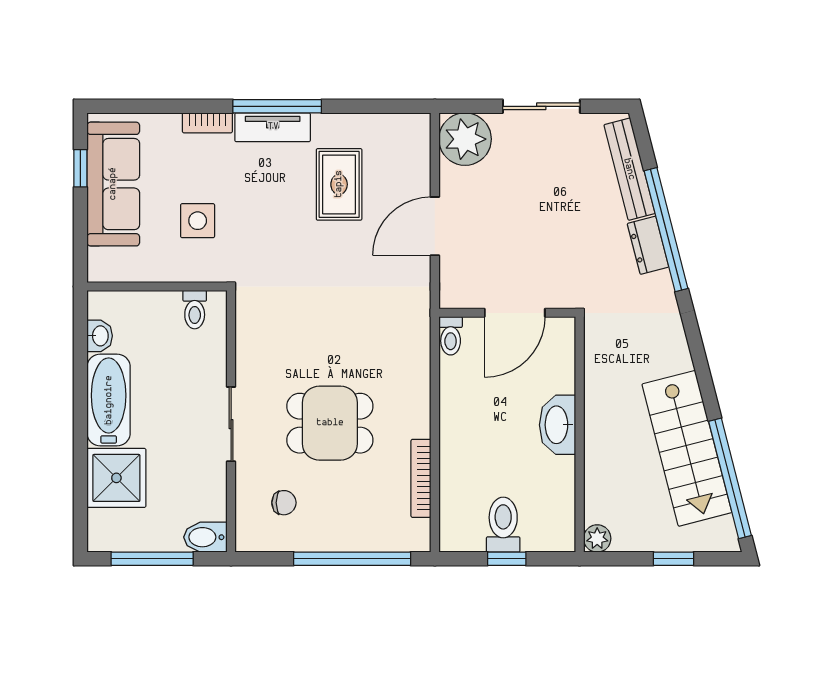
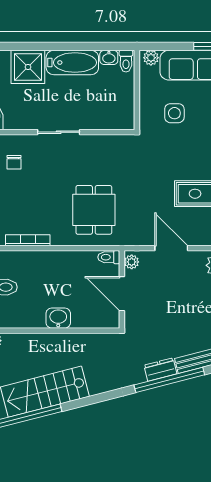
plant: (100, 262) -> (151, 58), added
plant: (459, 296) -> (132, 262), added
toilet: (195, 310) -> (126, 61), moved, turned -90
dining table: (330, 423) -> (94, 210), moved
washbasin: (558, 425) -> (58, 318), width x0.72

